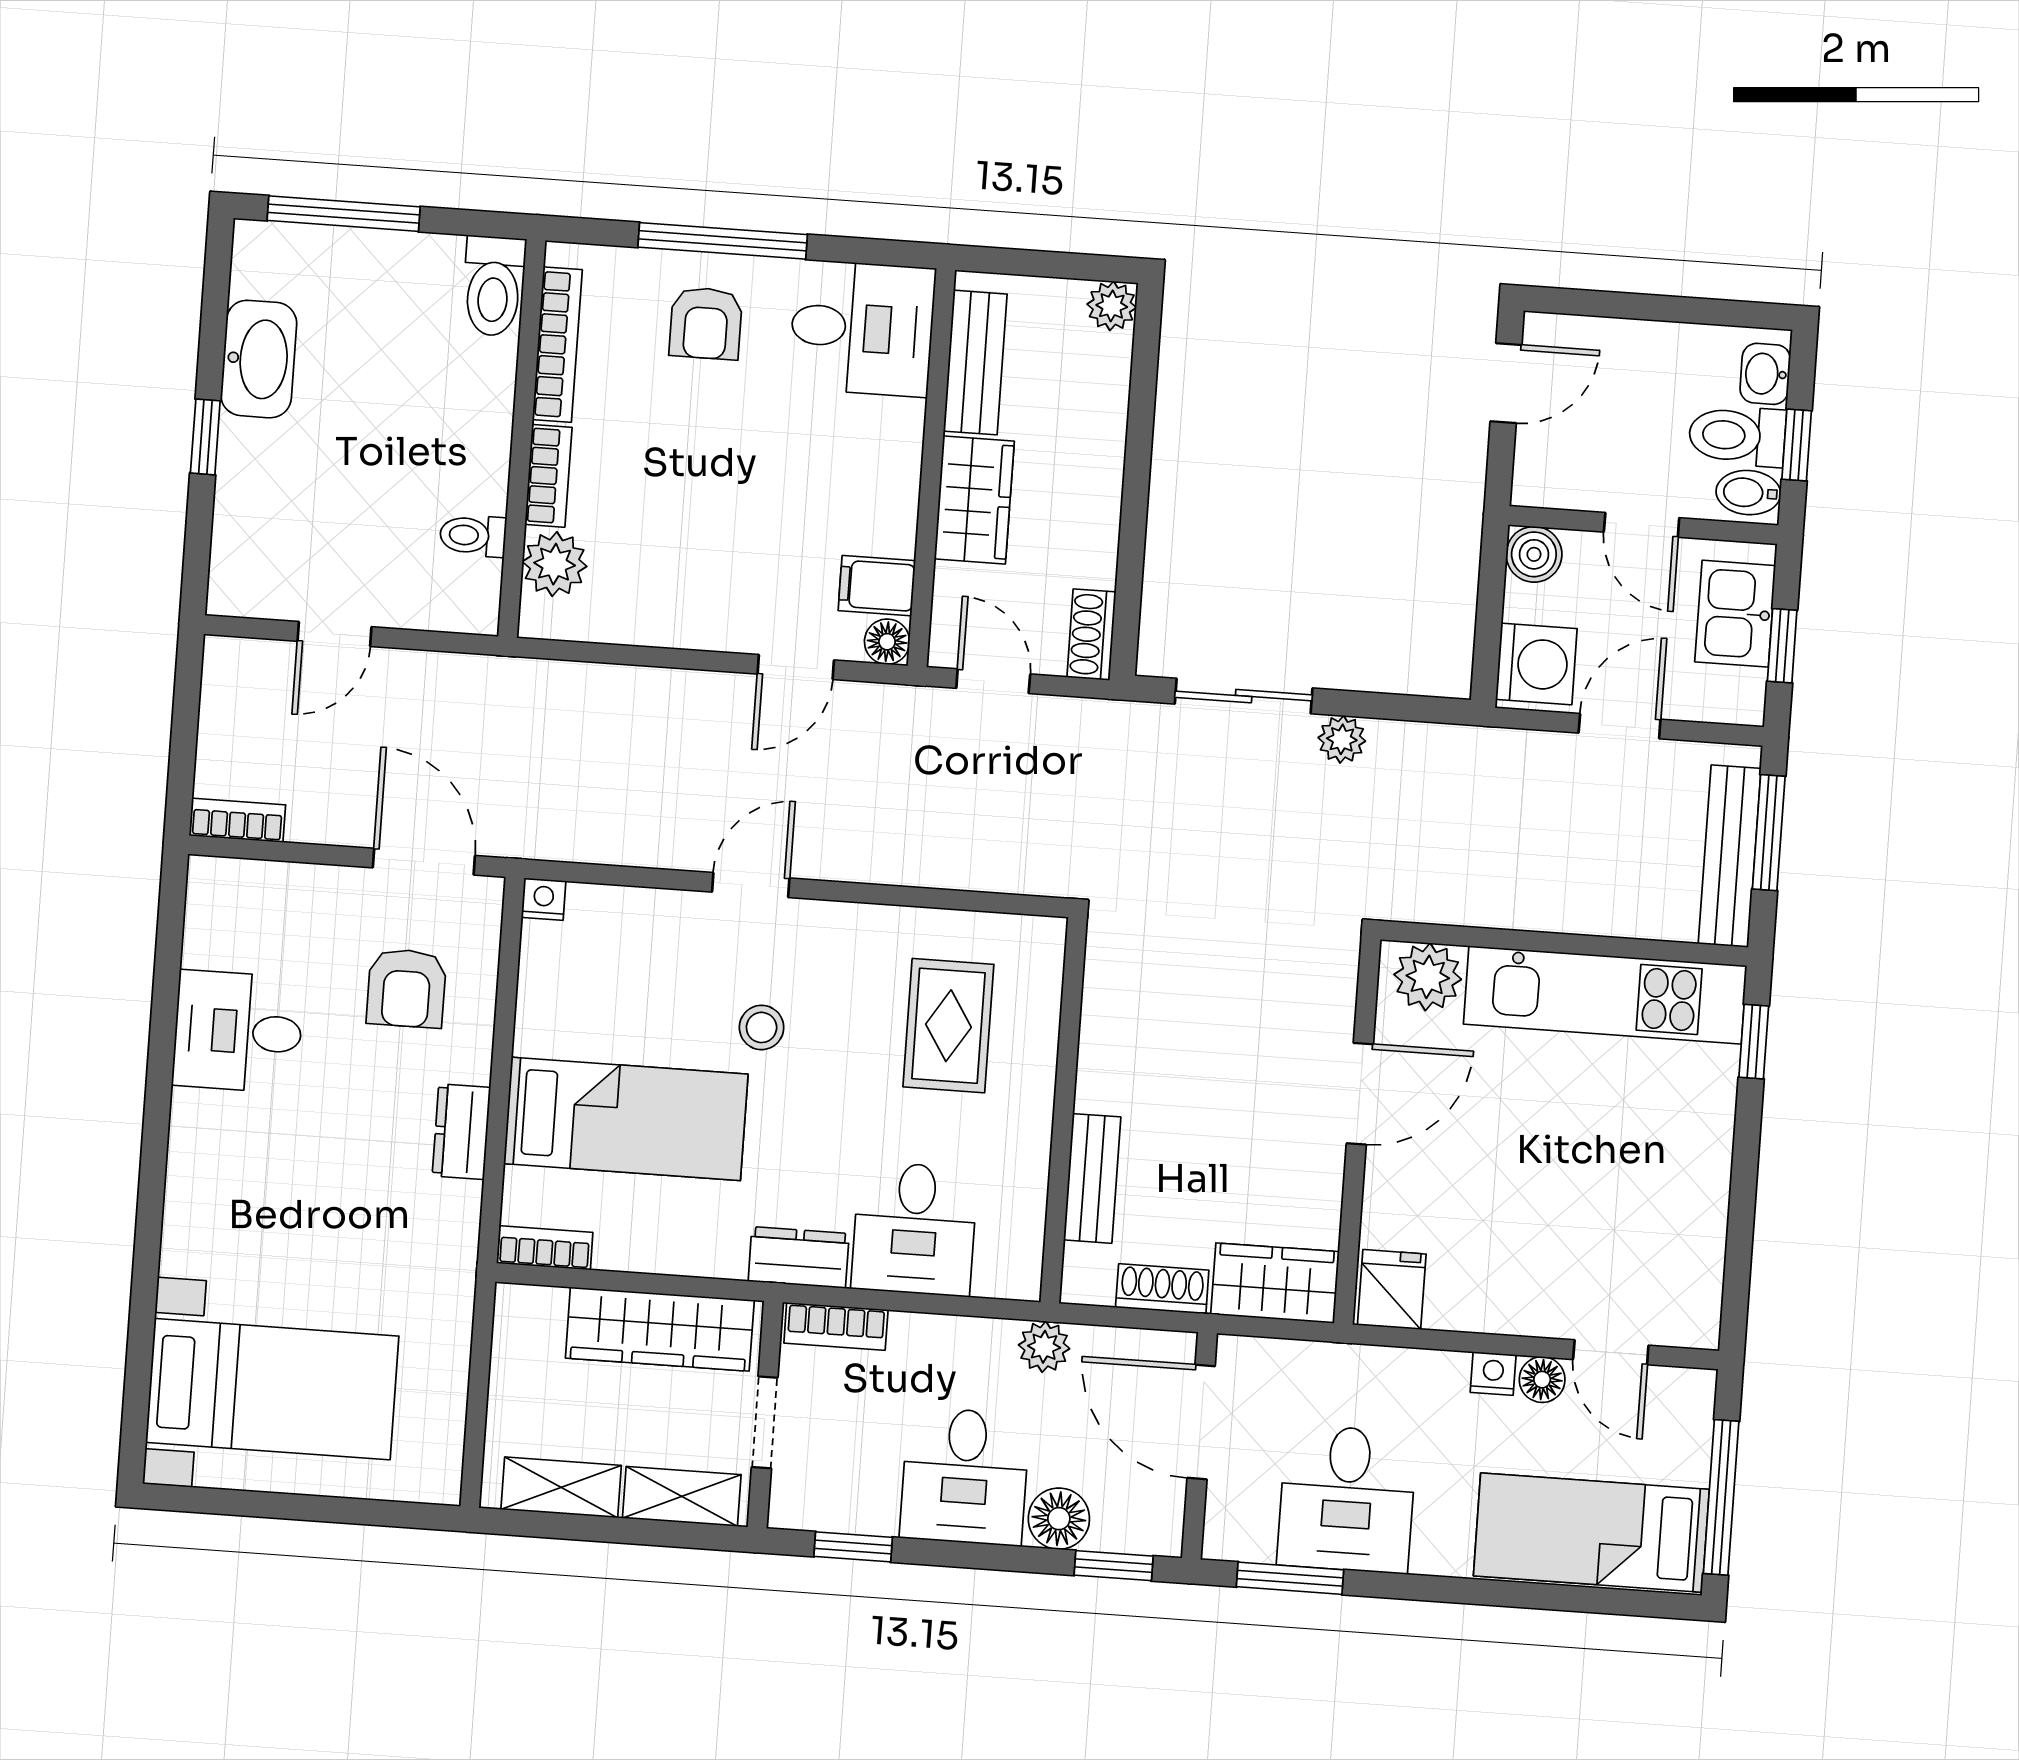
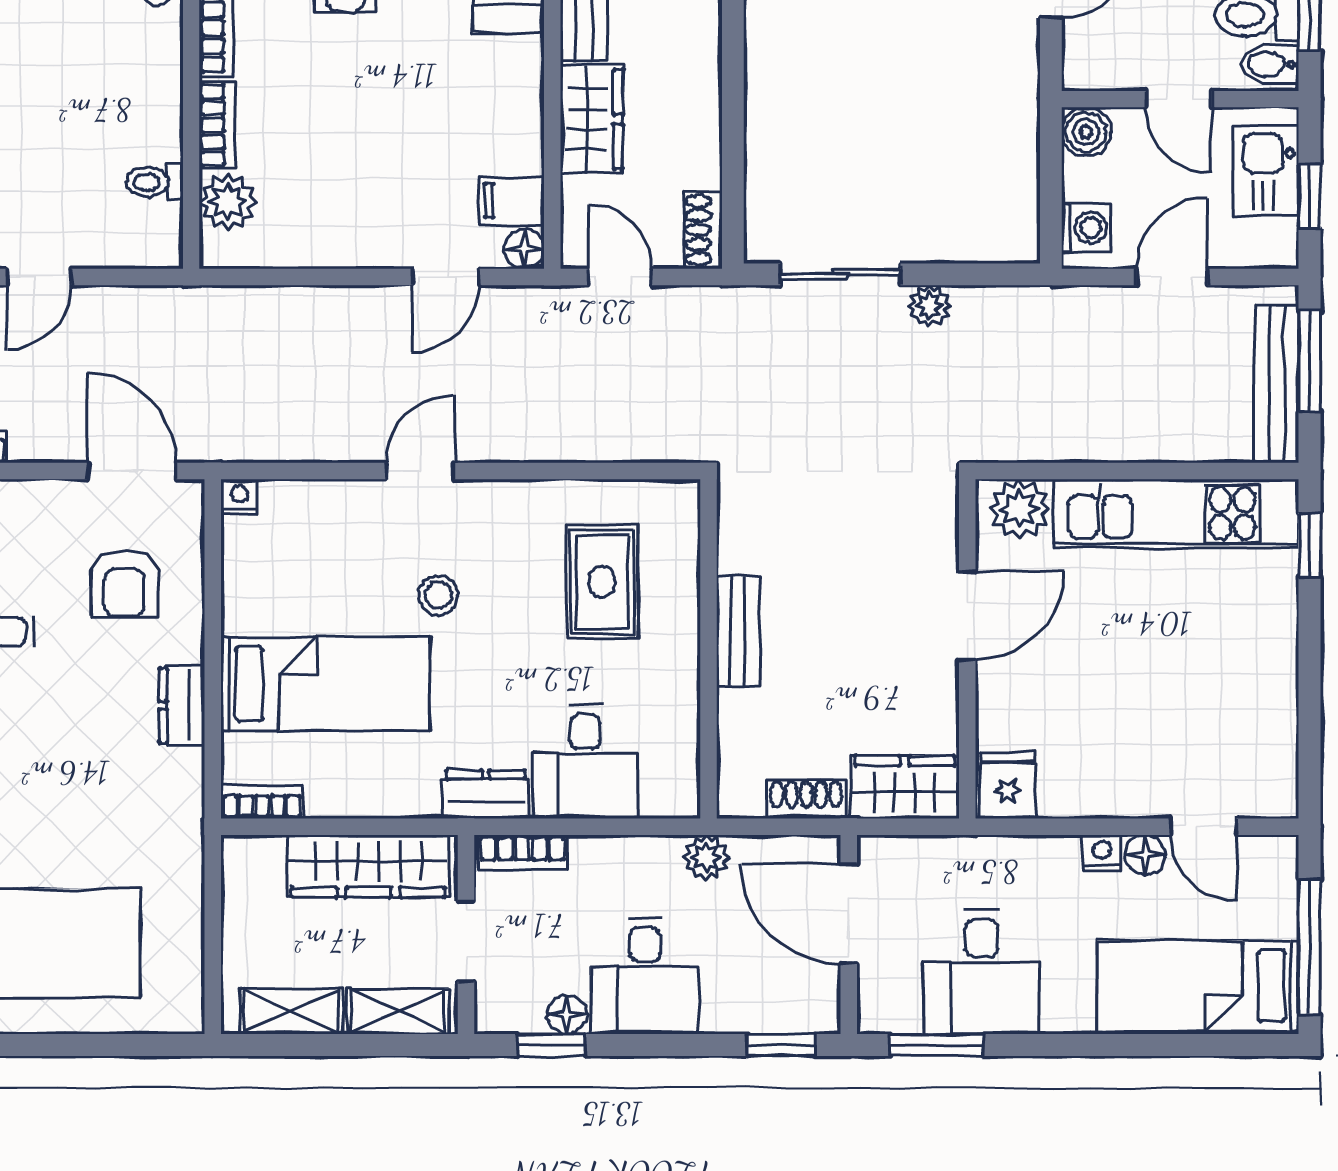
washing machine: (1536, 664) -> (1086, 228), width x0.73, depth x0.73
bench: (1092, 1178) -> (738, 632), moved
floor lamp: (1059, 1519) -> (567, 1015), moved, width x0.73, depth x0.73

